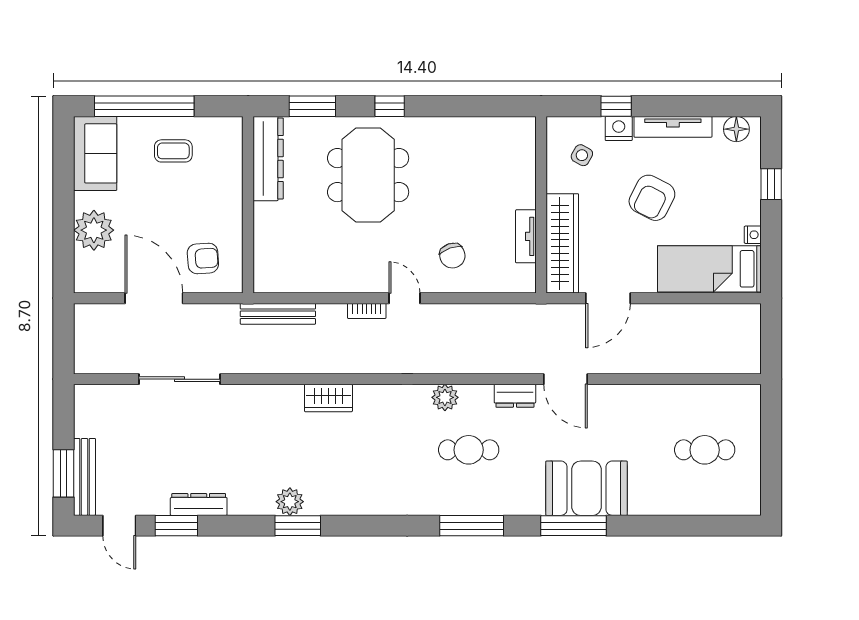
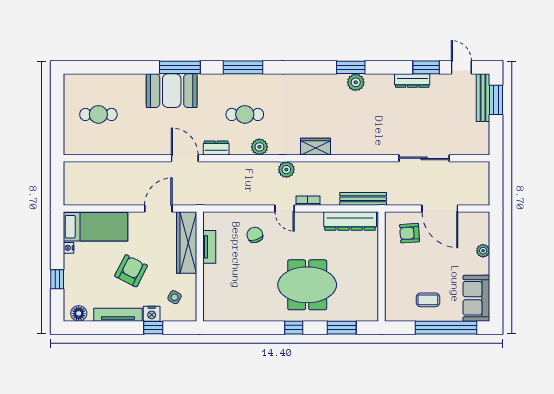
dresser: (268, 159) -> (350, 221), moved, turned -90
meeting table: (368, 175) -> (307, 285), turned 90
plant: (94, 230) -> (483, 251), width x0.53, depth x0.53
plant: (402, 361) -> (286, 170), added
wardrobe: (328, 398) -> (315, 147), moved

